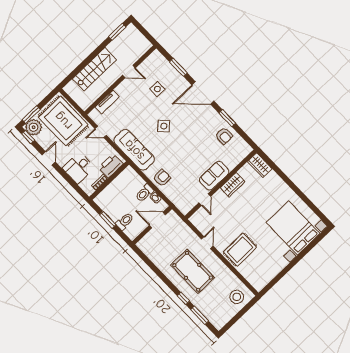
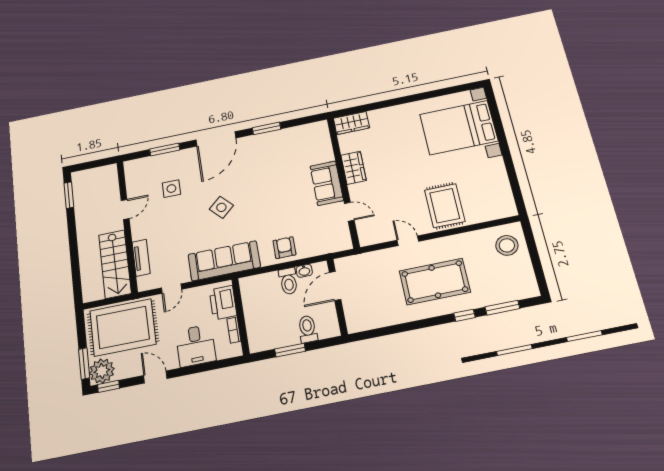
stairs: (94, 69) -> (115, 264), moved, turned 180
armchair: (224, 136) -> (285, 144), removed

